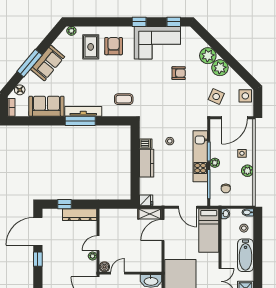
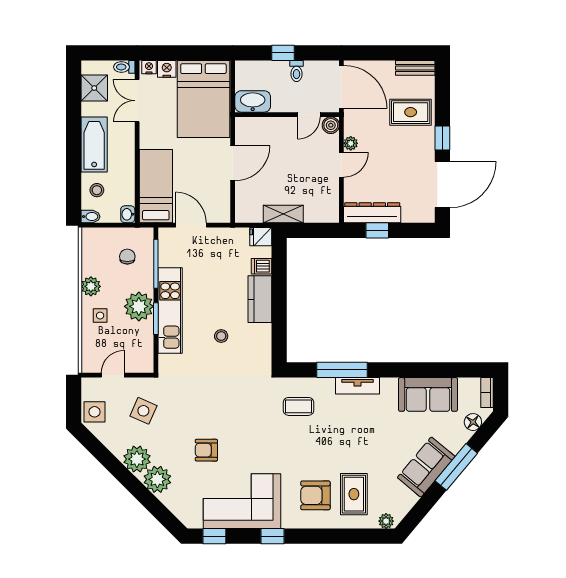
armchair: (114, 46) -> (315, 495), turned 90
tv unit: (83, 111) -> (357, 386), width x0.71
door: (234, 118) -> (113, 375), width x0.53
window: (80, 121) -> (342, 370), moved
dishwasher: (146, 144) -> (261, 266), moved
plant: (215, 163) -> (139, 306), width x1.87, depth x1.87
window: (65, 204) -> (377, 230), moved
shelving: (150, 214) -> (283, 214), moved
door: (163, 230) -> (233, 163), moved
rug: (57, 275) -> (411, 112), added

